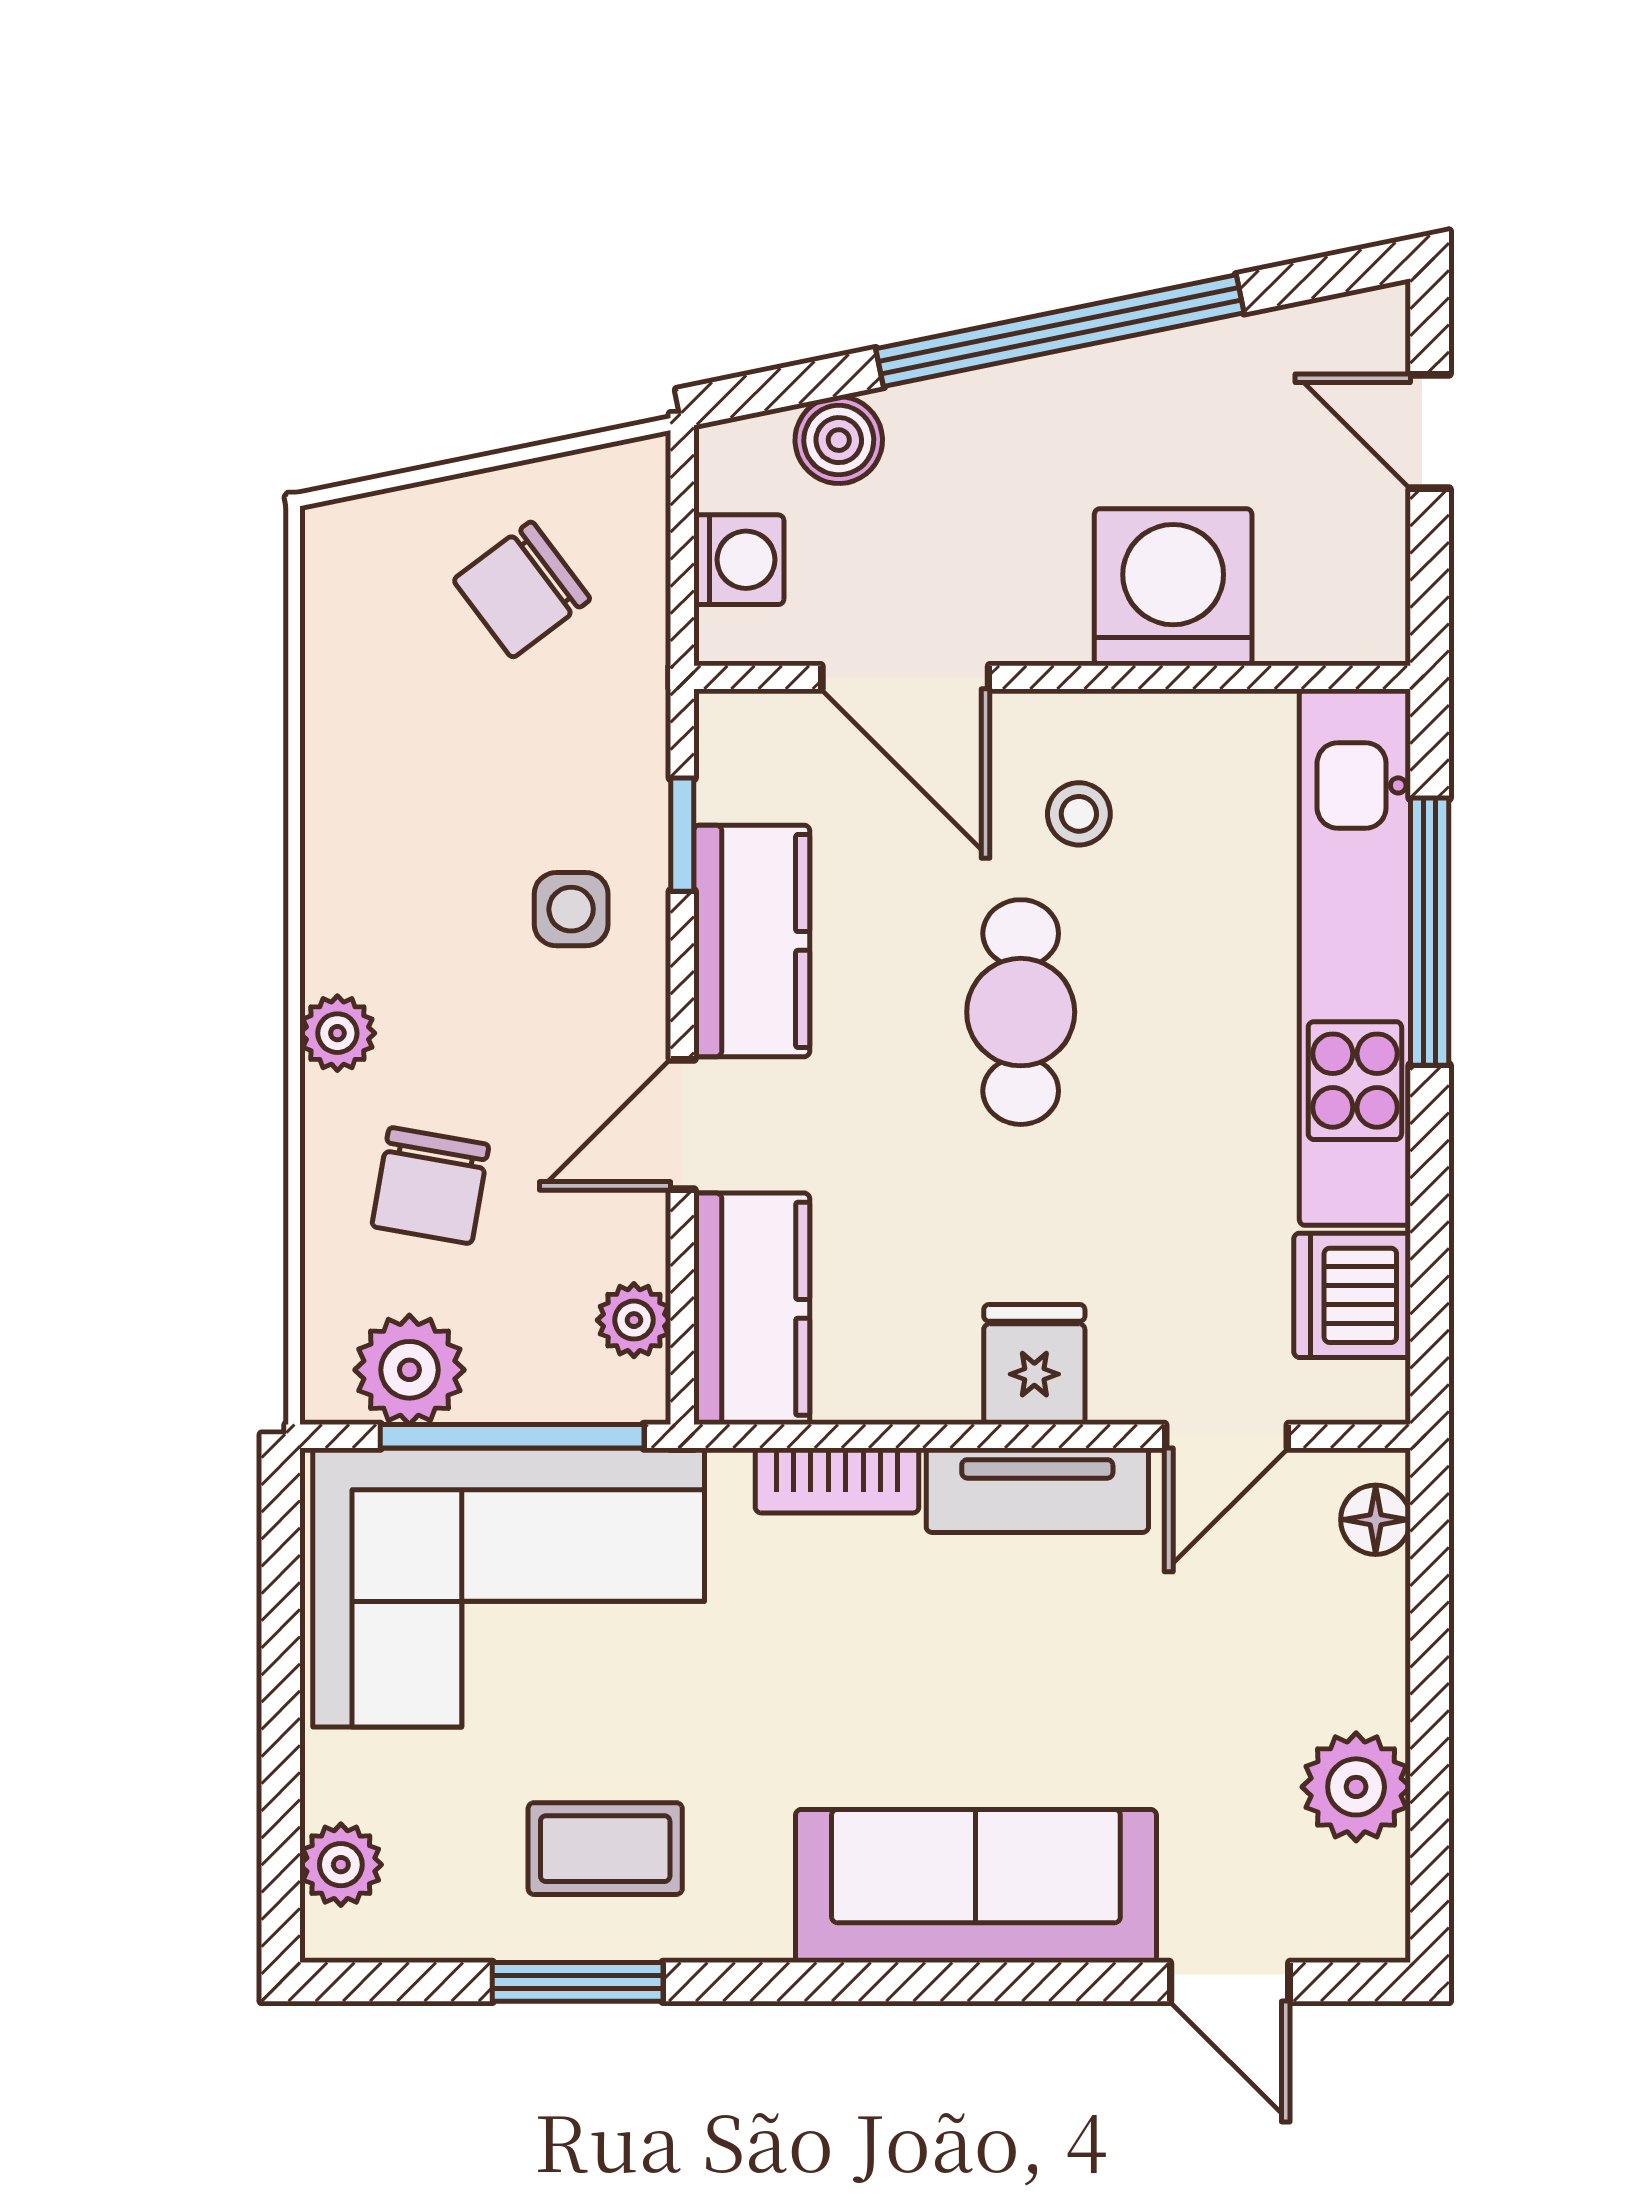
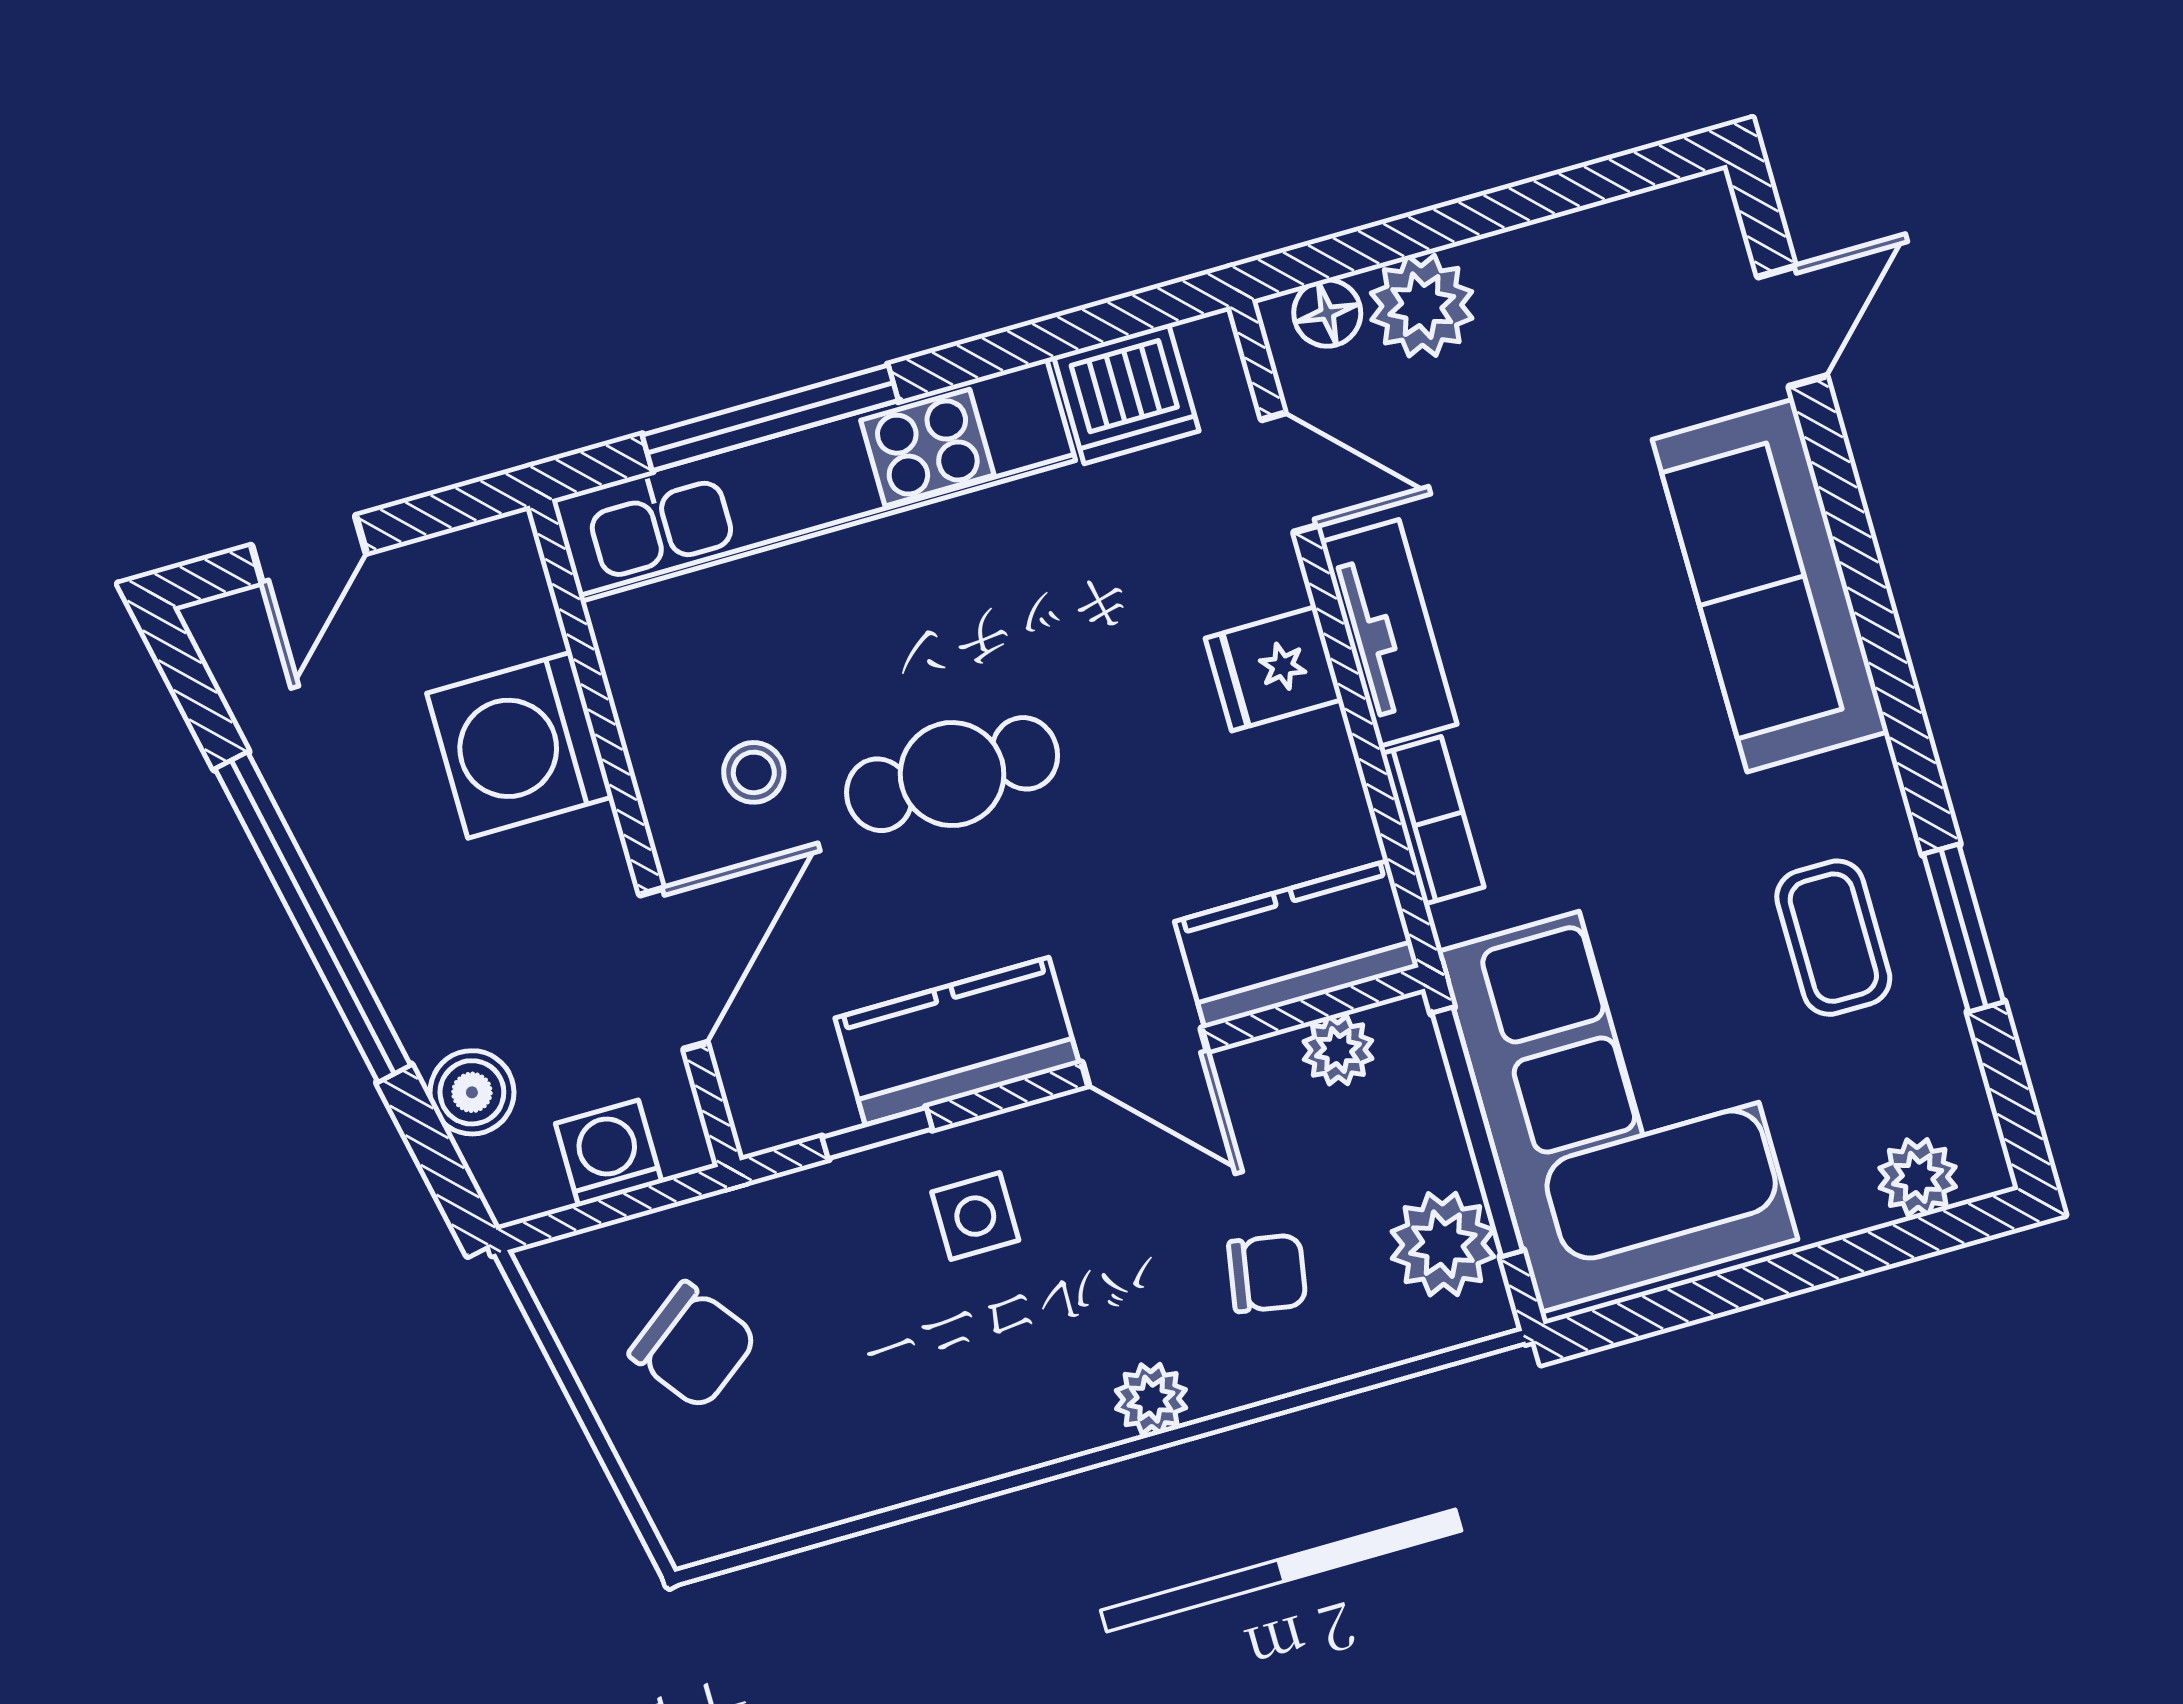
chair: (430, 1186) -> (1267, 1273), width x0.73, depth x0.73
plant: (1356, 1787) -> (1422, 306), moved

